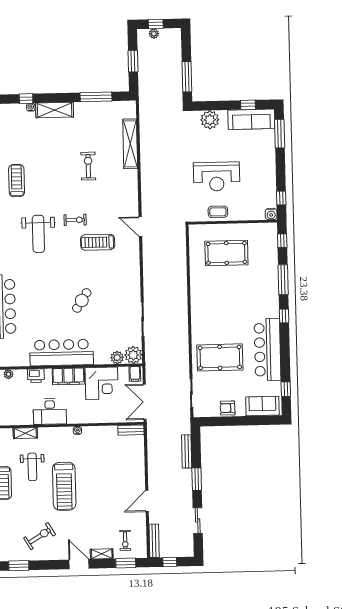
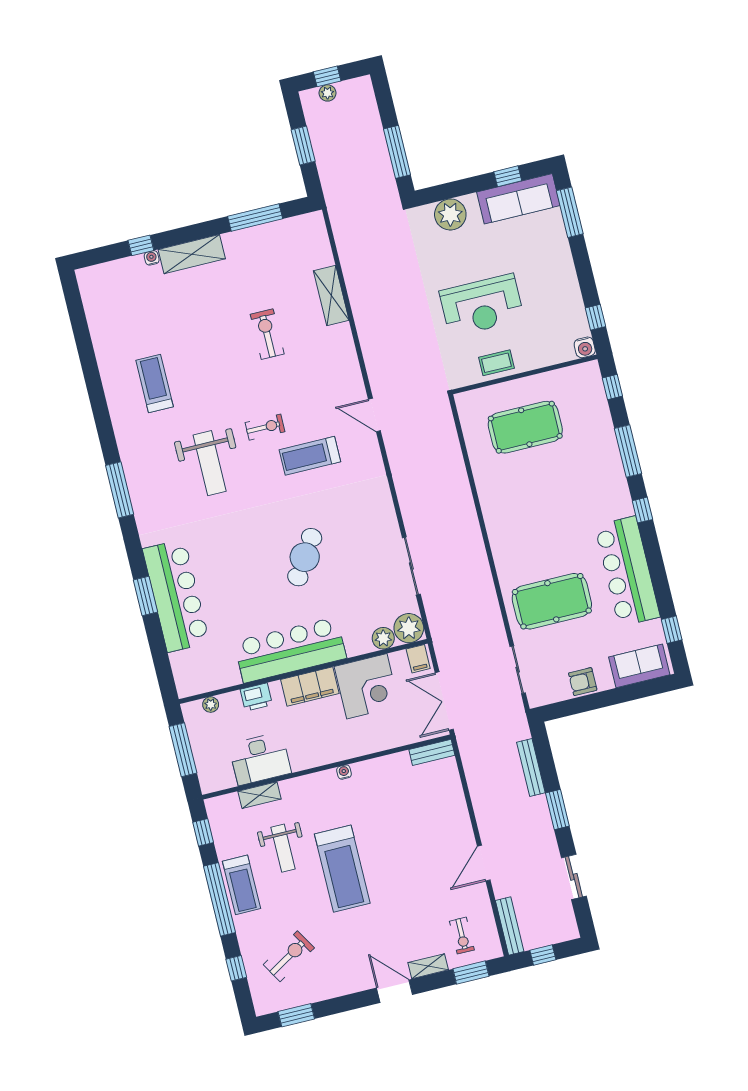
shelving: (130, 144) -> (331, 295), width x0.68
cafe table: (82, 300) -> (305, 557), width x1.37, depth x1.35
desk: (50, 411) -> (260, 759), moved
exercise bike: (40, 536) -> (289, 956), moved

